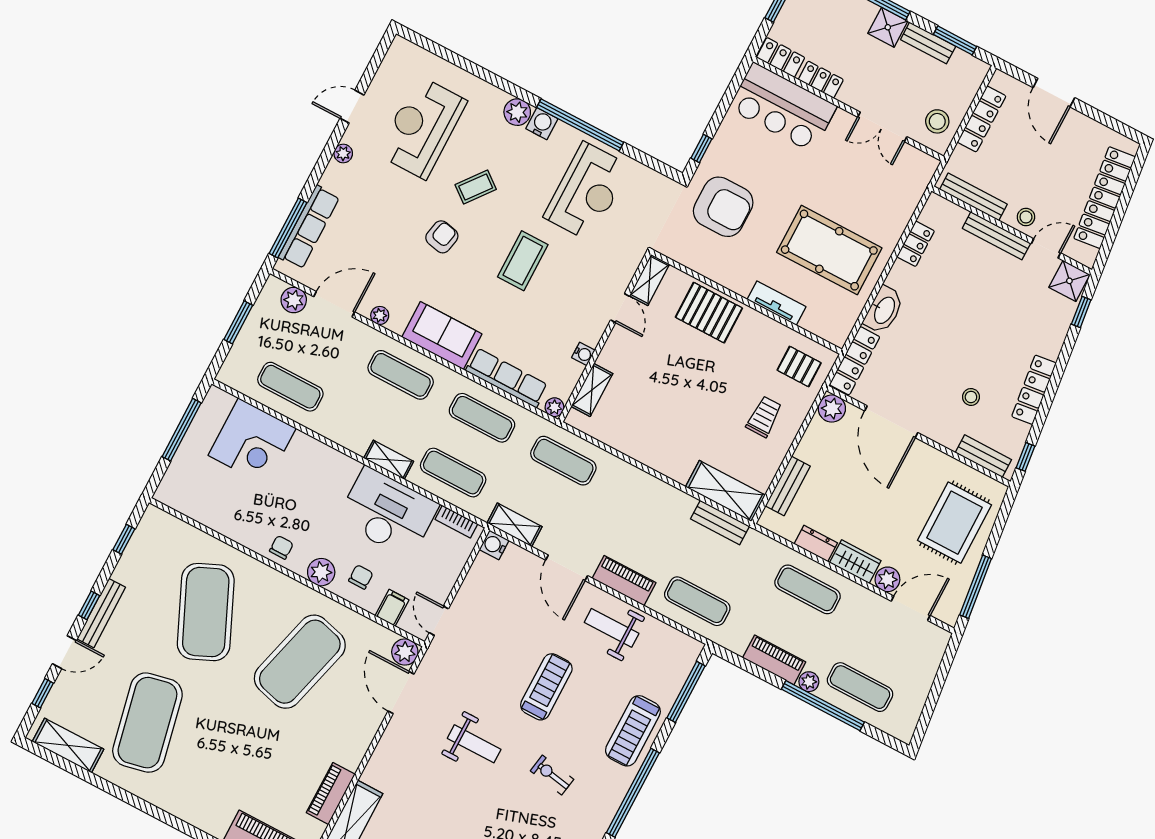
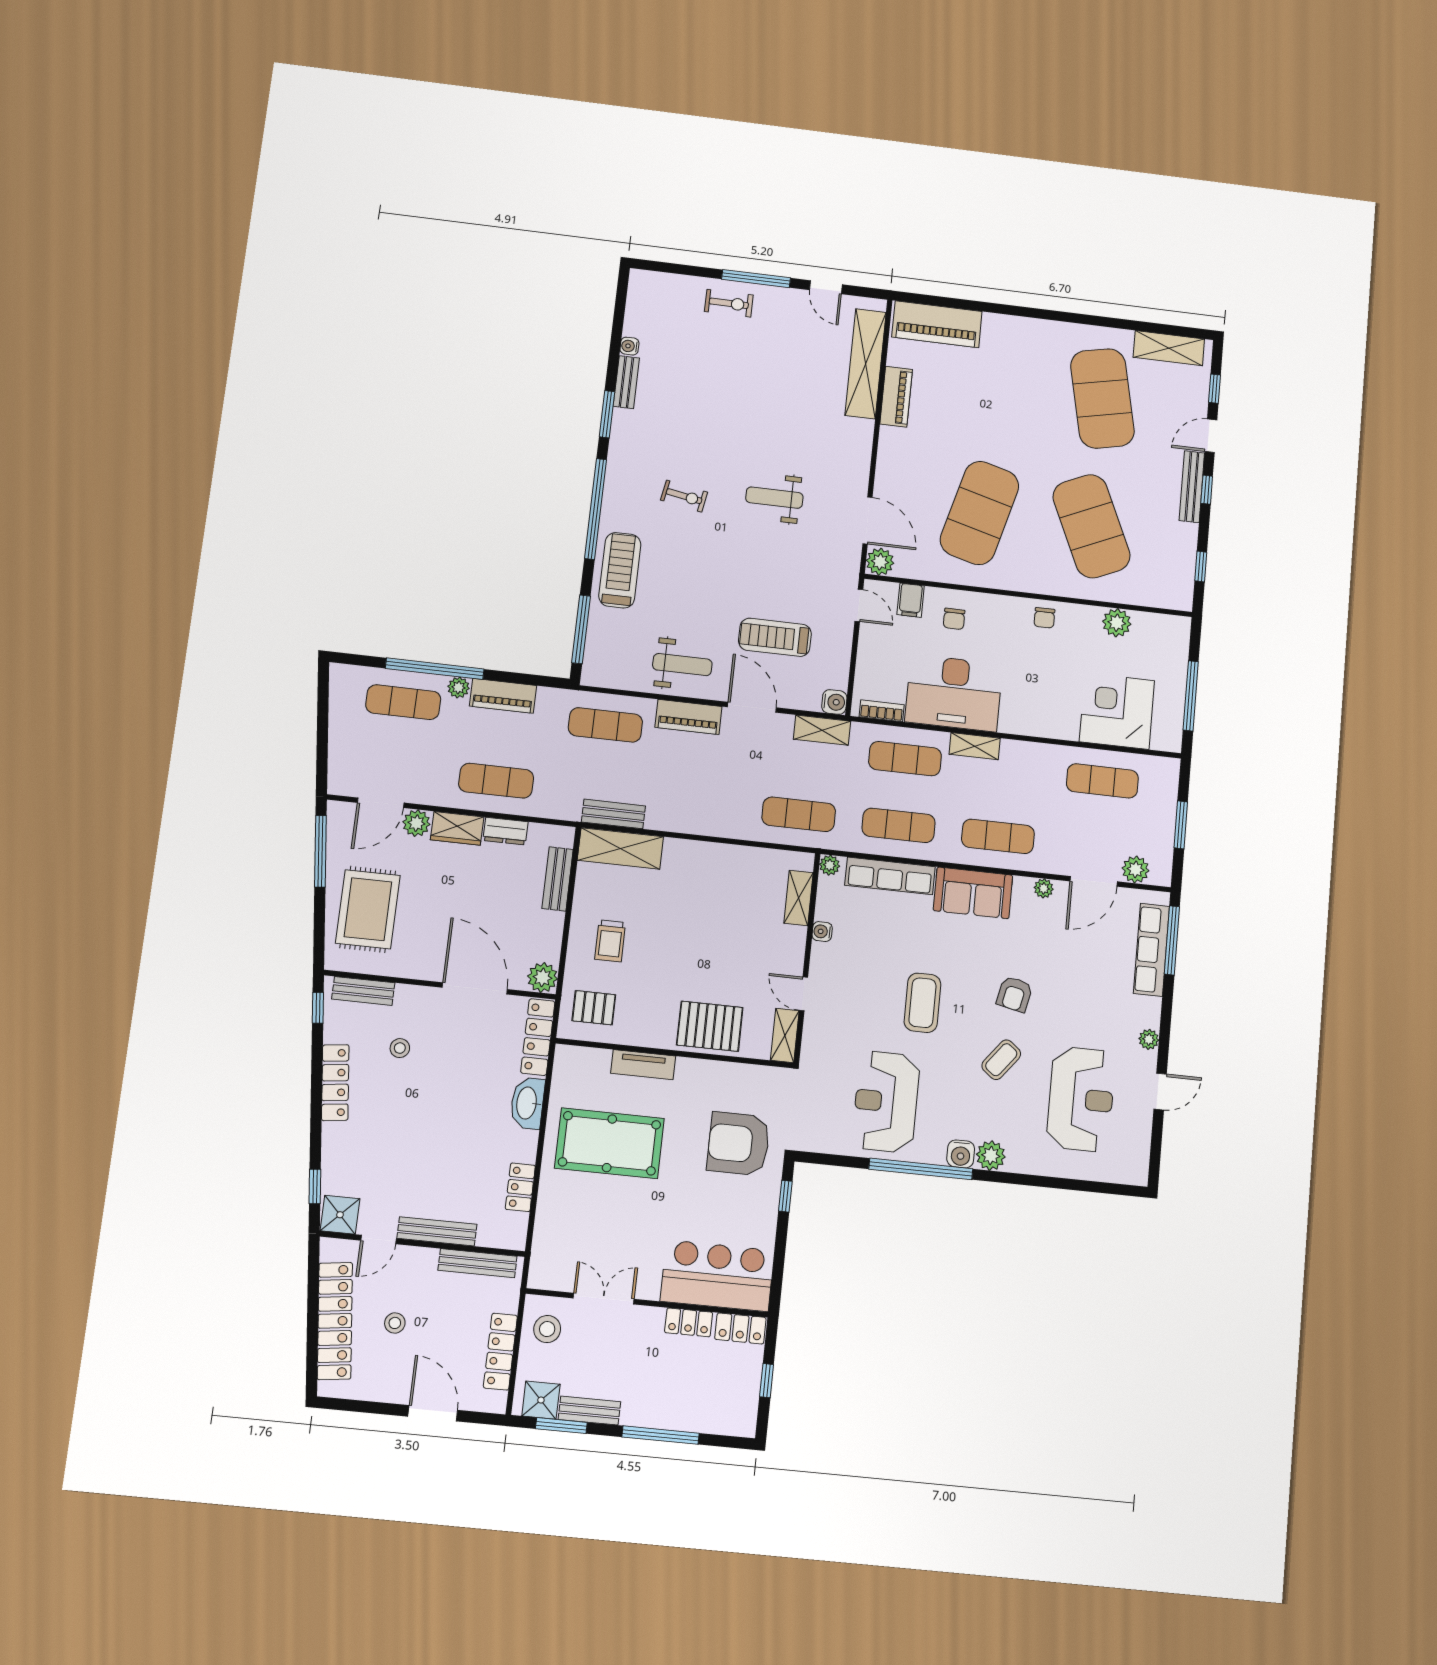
shower: (888, 27) -> (541, 1400), moved
stool: (1026, 217) -> (395, 1323), moved
plant: (321, 572) -> (1117, 623), moved
treadmill: (546, 687) -> (775, 637), moved, turned 90

